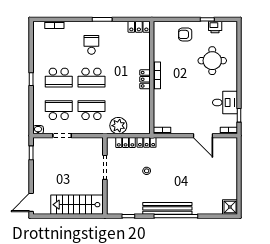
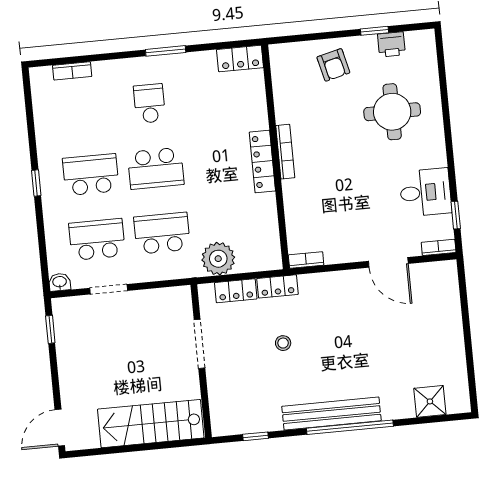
armchair: (185, 34) -> (333, 65), turned -104
school desk: (59, 78) -> (91, 175), turned 180
locker: (145, 79) -> (262, 162), width x1.53
shower: (230, 207) -> (430, 401), moved

